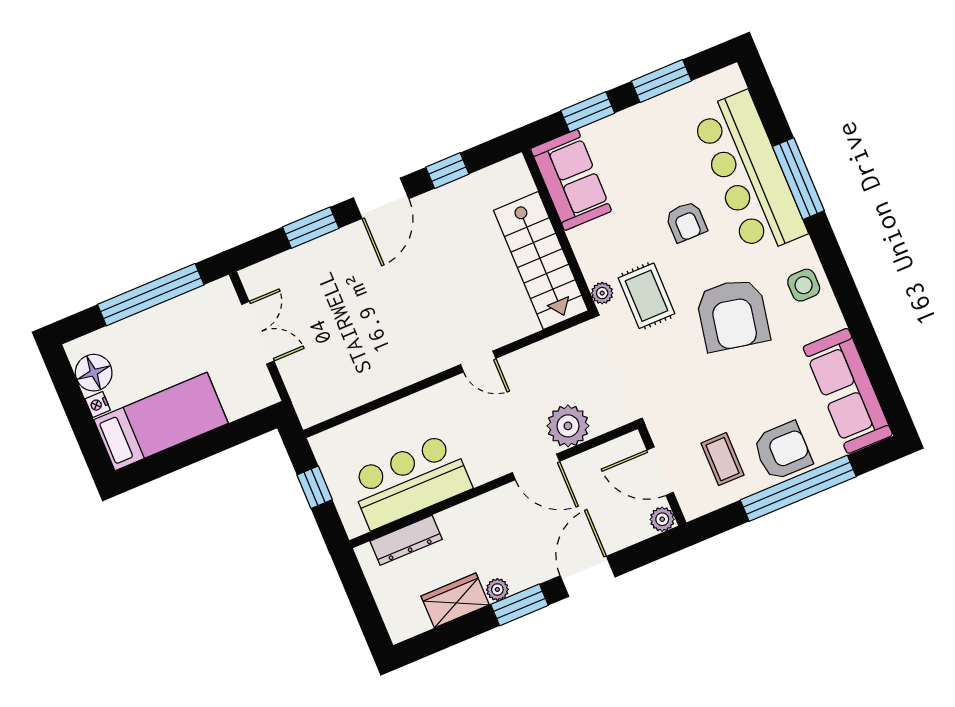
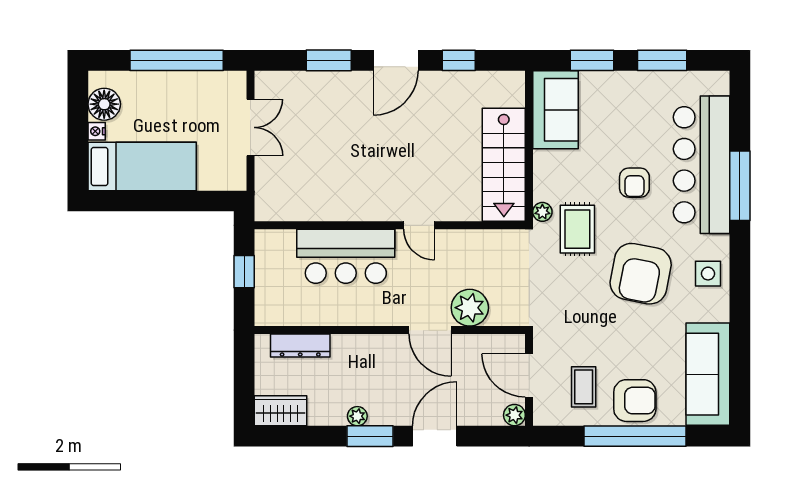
bar counter: (410, 481) -> (346, 256), moved, turned 180
wardrobe: (455, 600) -> (280, 411), moved

